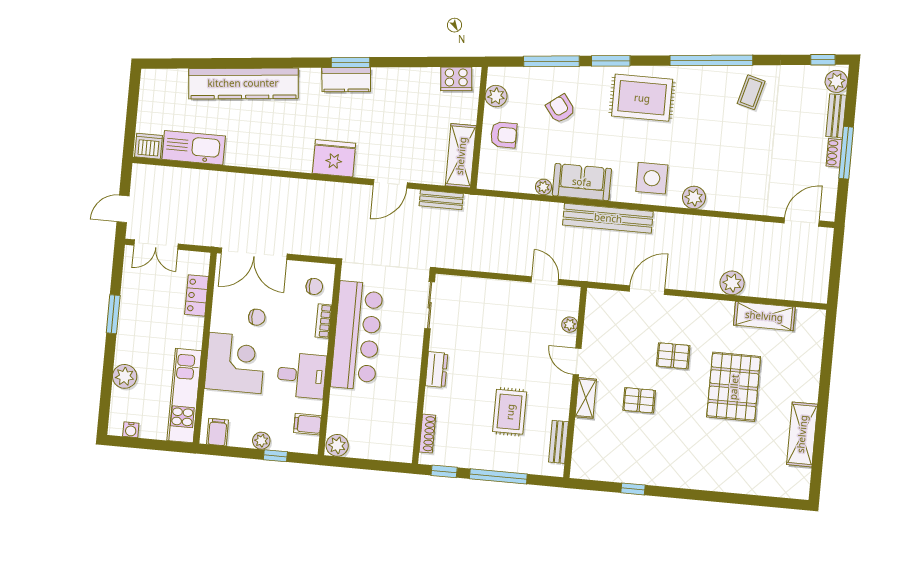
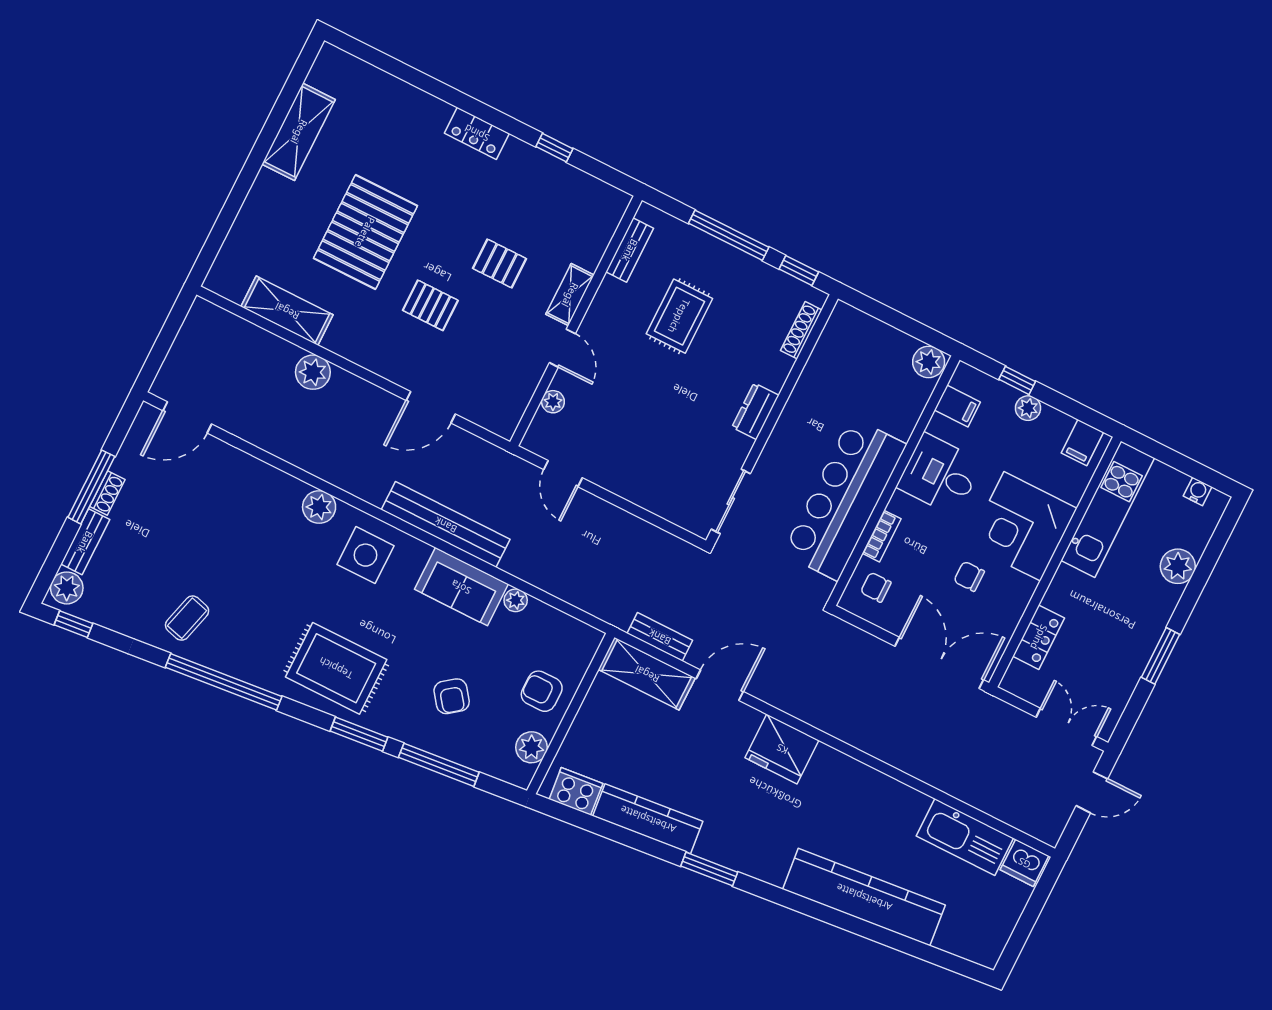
kitchen counter: (346, 80) -> (648, 819), moved, width x1.50
shelving: (461, 156) -> (647, 674), moved, turned 90
locker: (687, 479) -> (477, 133), added

